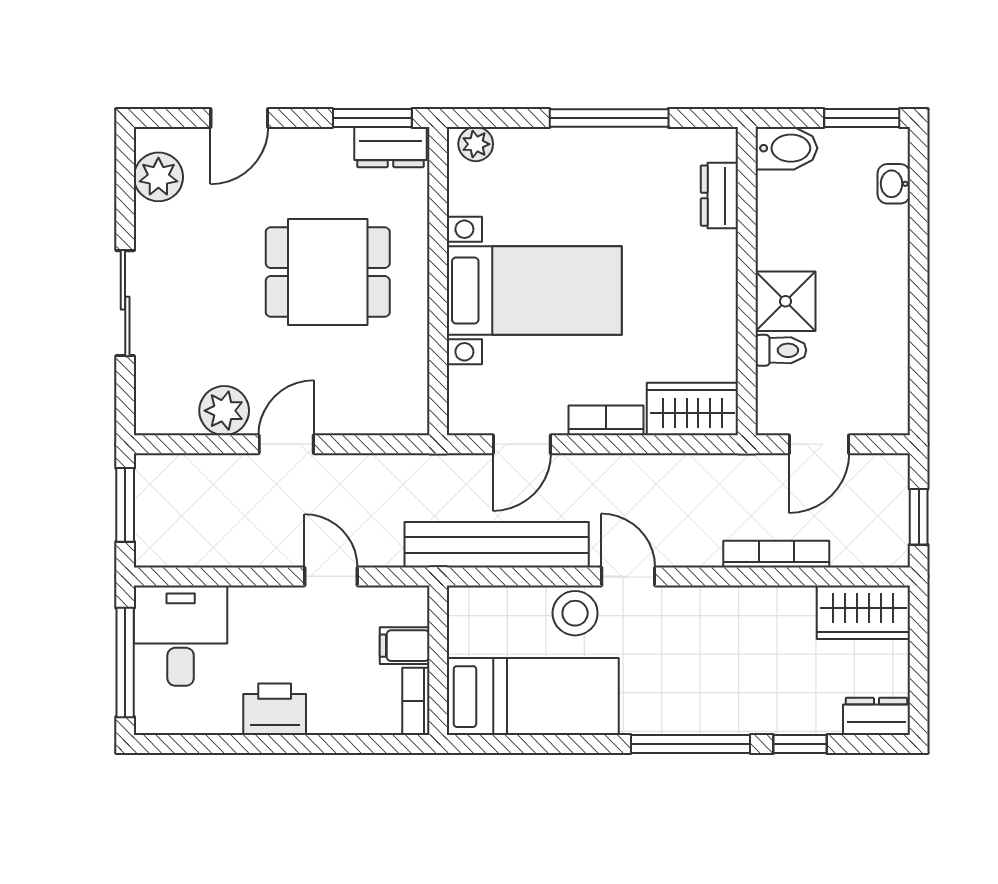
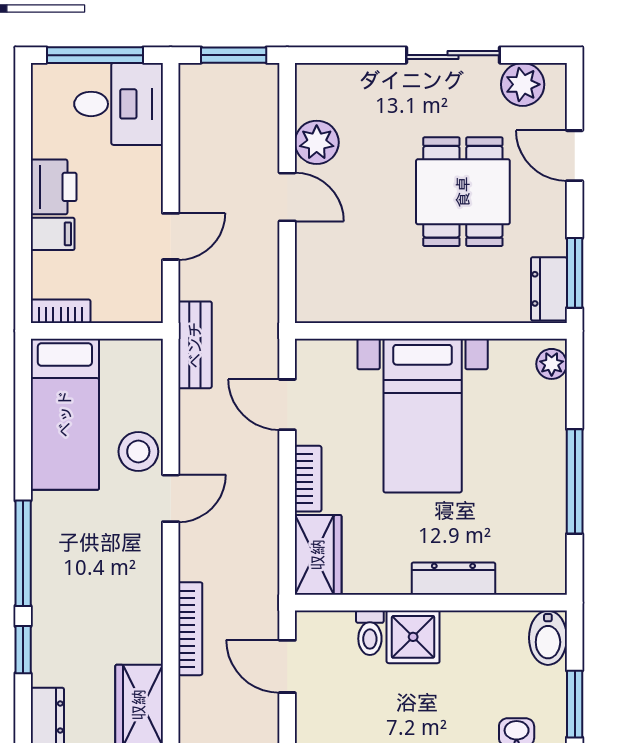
dresser: (719, 196) -> (453, 579), moved, width x1.44
dining table: (328, 272) -> (463, 192), moved
sliding door: (125, 303) -> (453, 55), moved
bench: (497, 545) -> (195, 345), width x0.54, depth x0.82
filing cabinet: (405, 646) -> (53, 234), moved, turned 90

